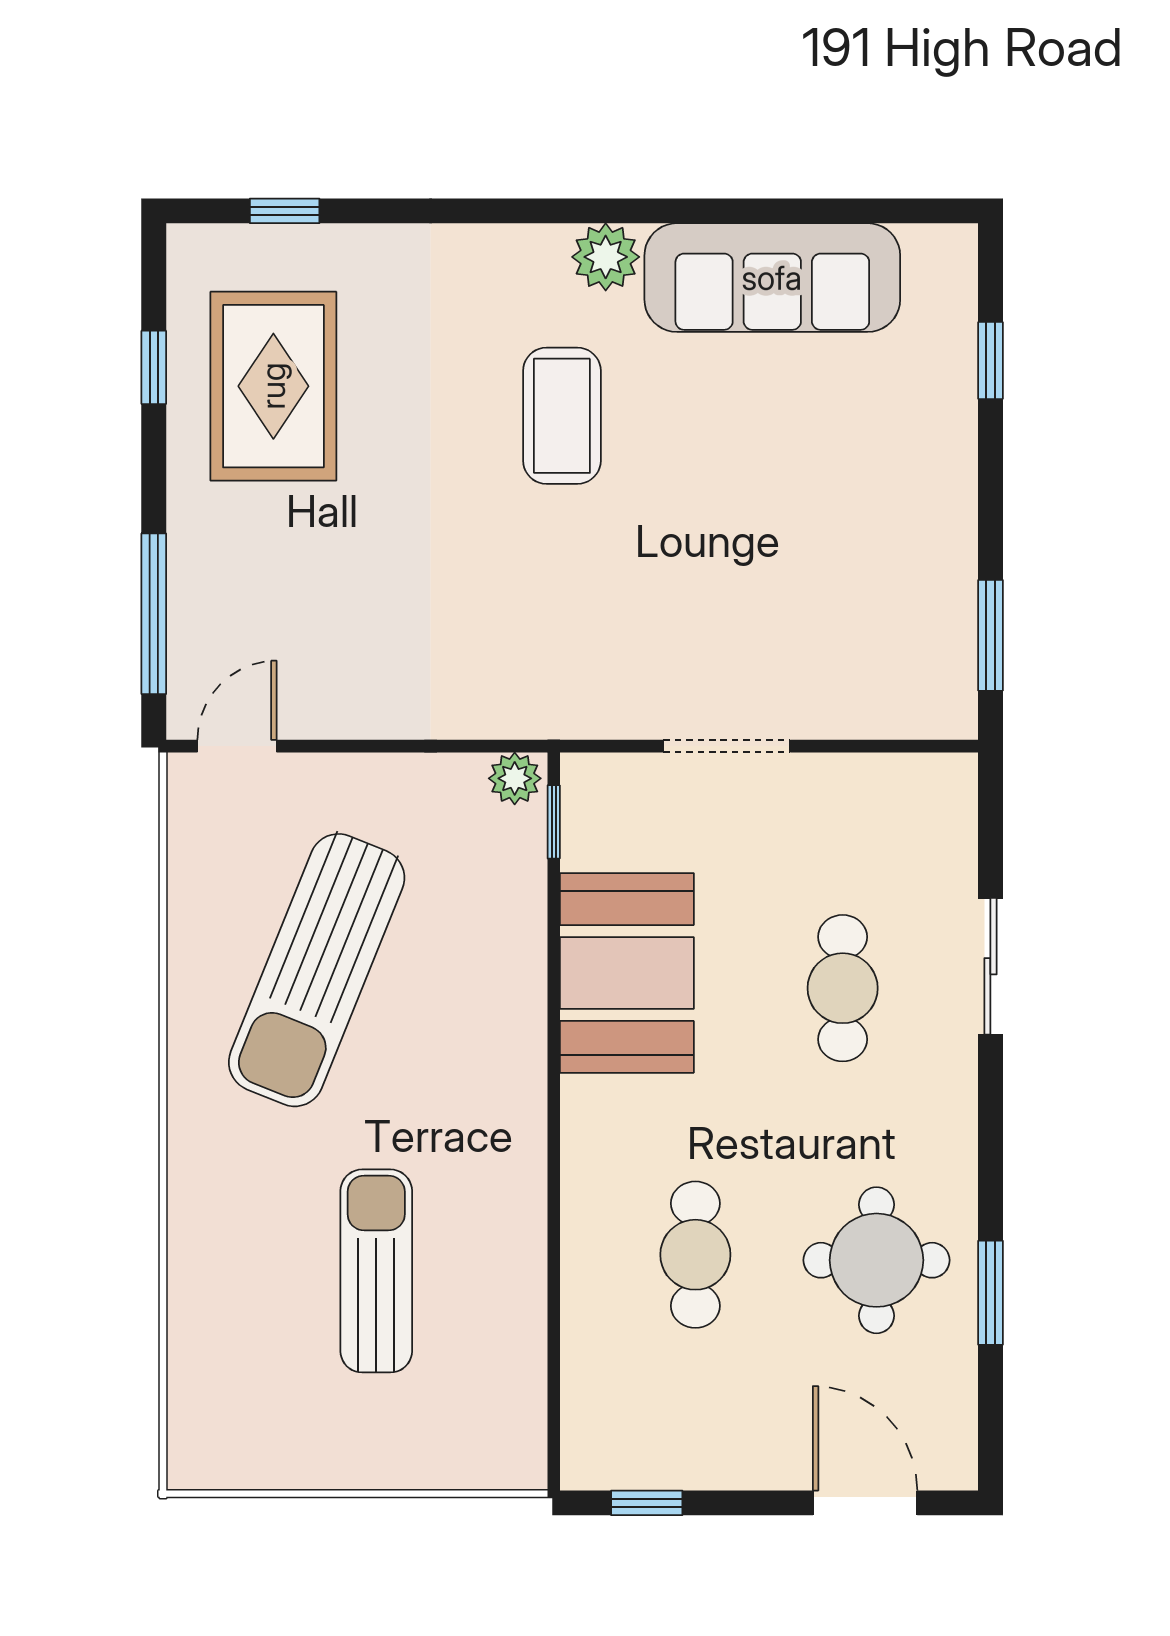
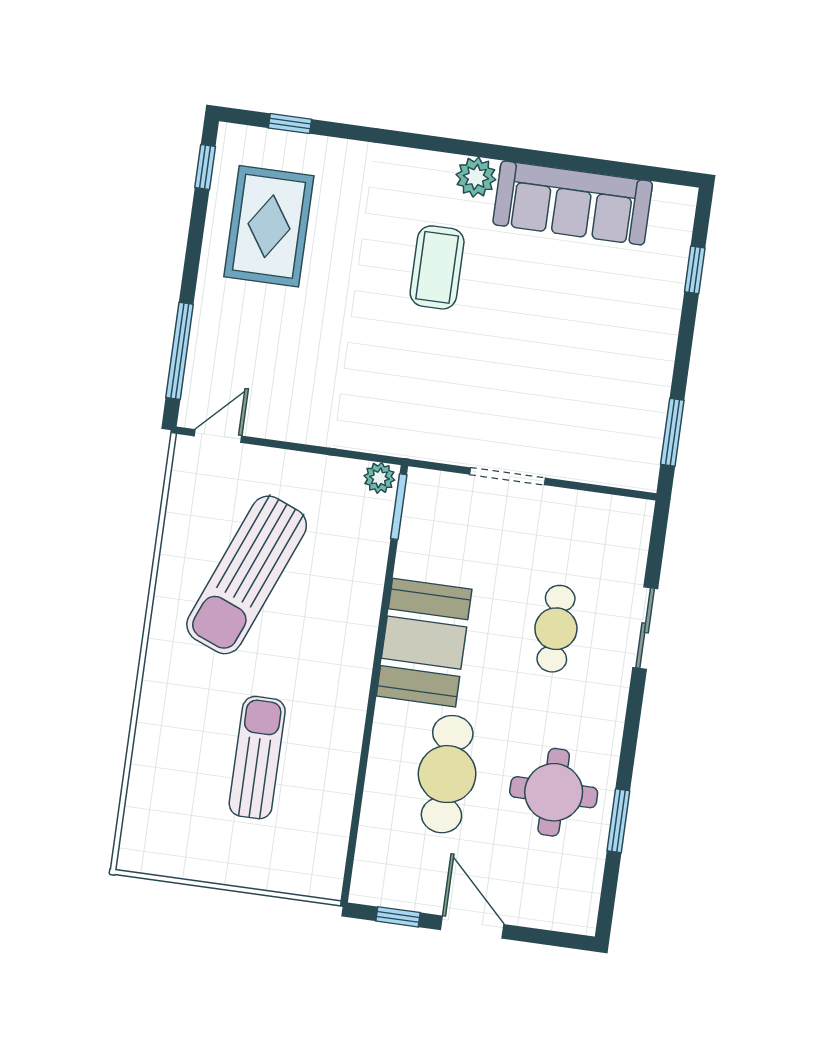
window: (154, 367) -> (205, 167), moved
window: (554, 822) -> (399, 507), width x1.50
booth: (627, 973) -> (424, 643), moved
cafe table: (695, 1255) -> (447, 774), width x1.37, depth x1.35
door: (865, 1503) -> (472, 927), moved

